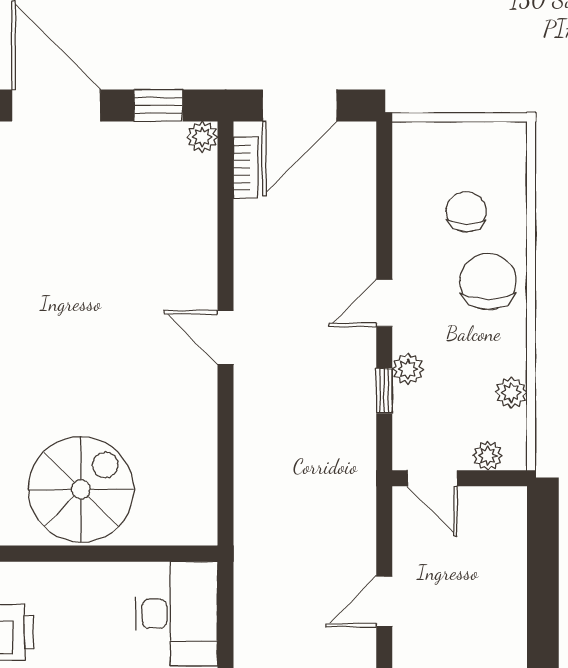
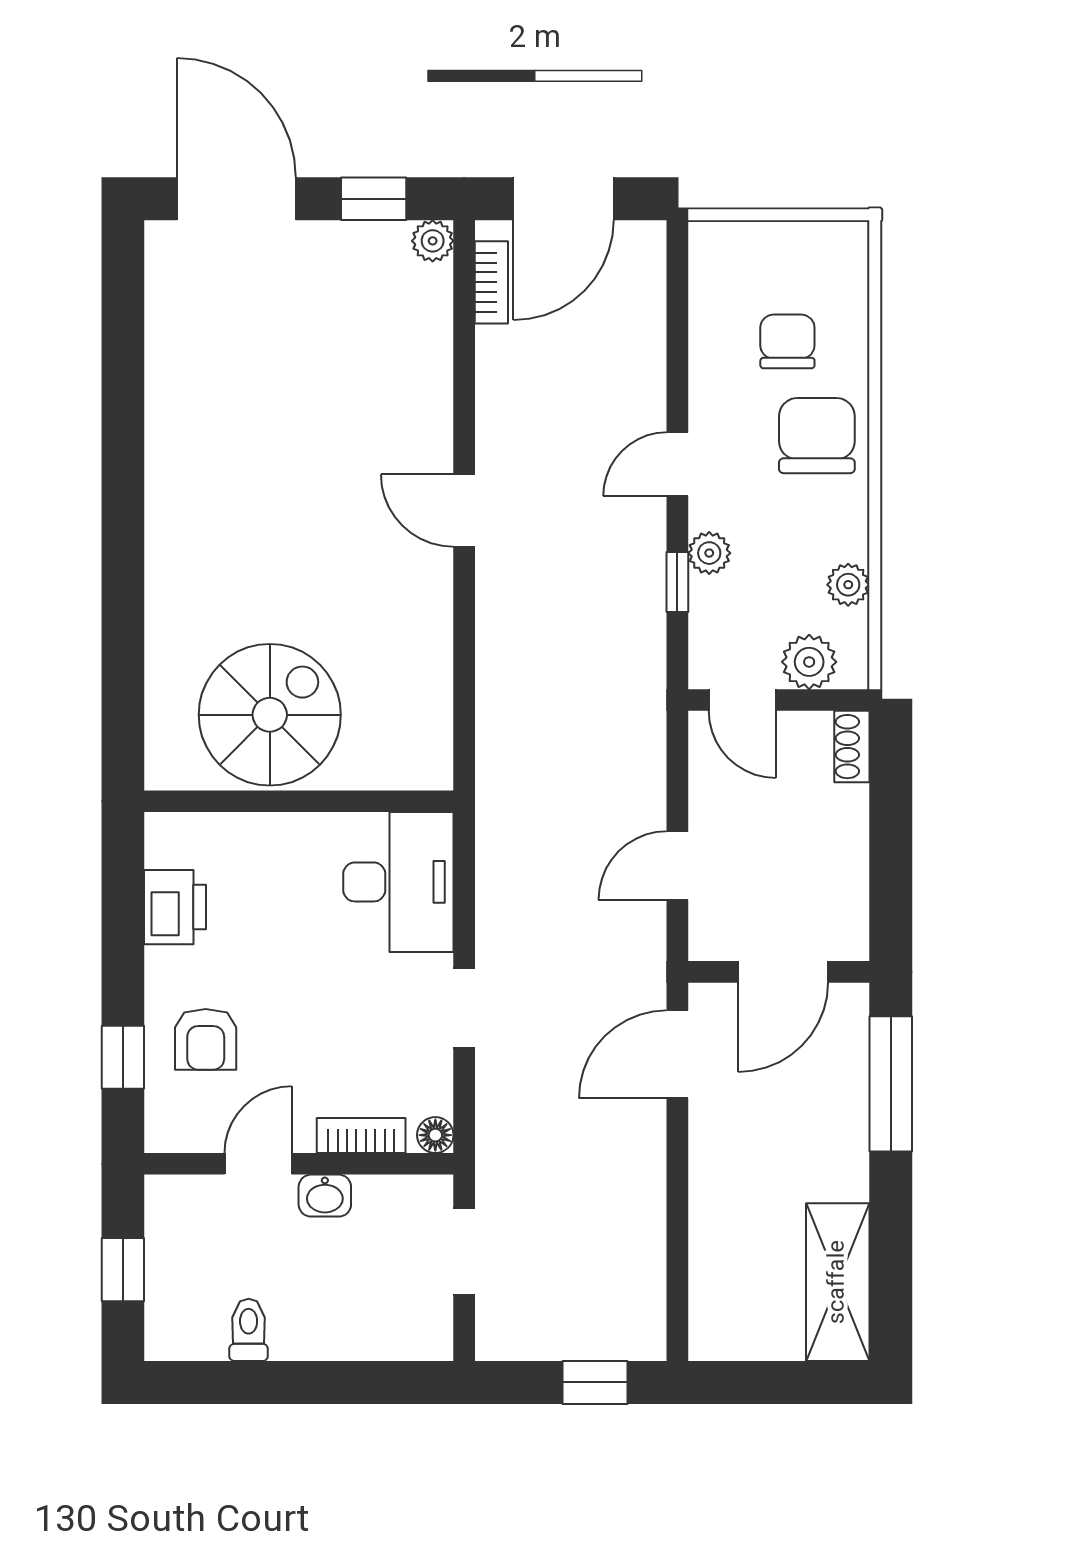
plant: (488, 456) -> (809, 662), width x1.38, depth x1.38
shoe rack: (514, 513) -> (852, 747), added

